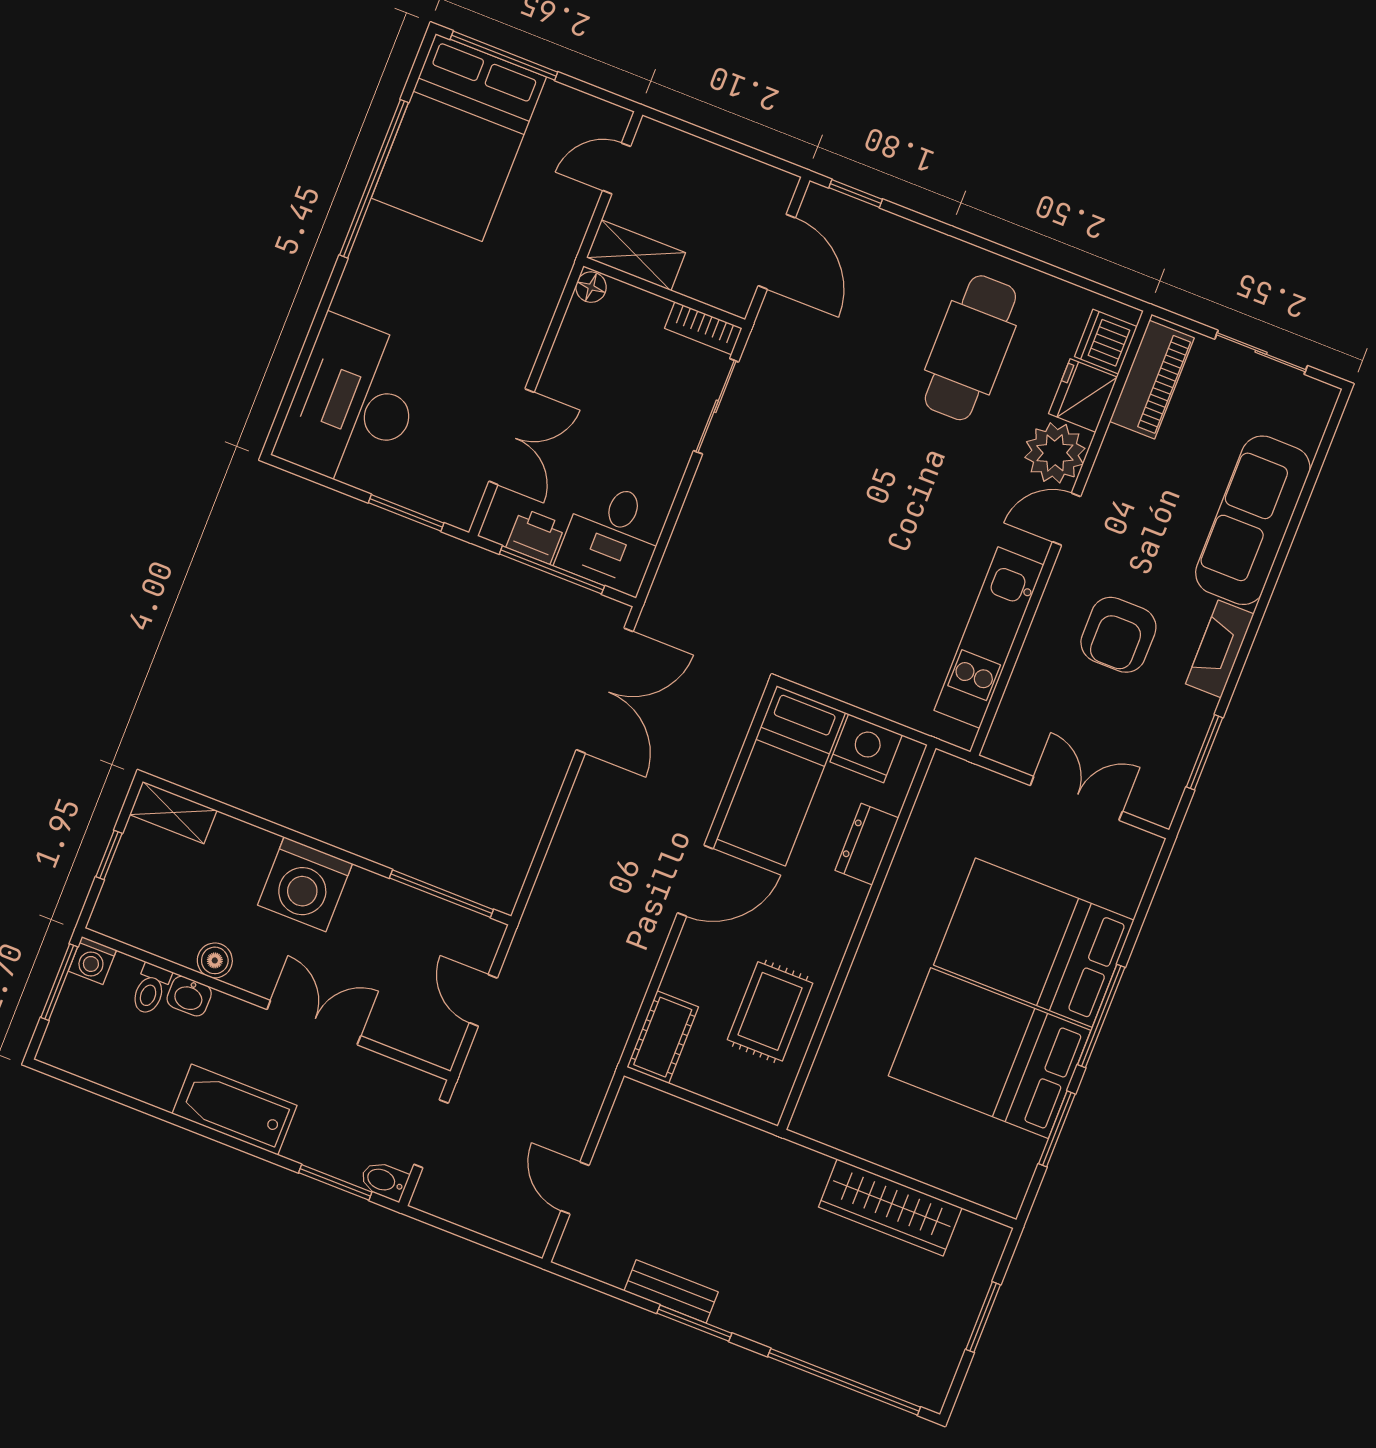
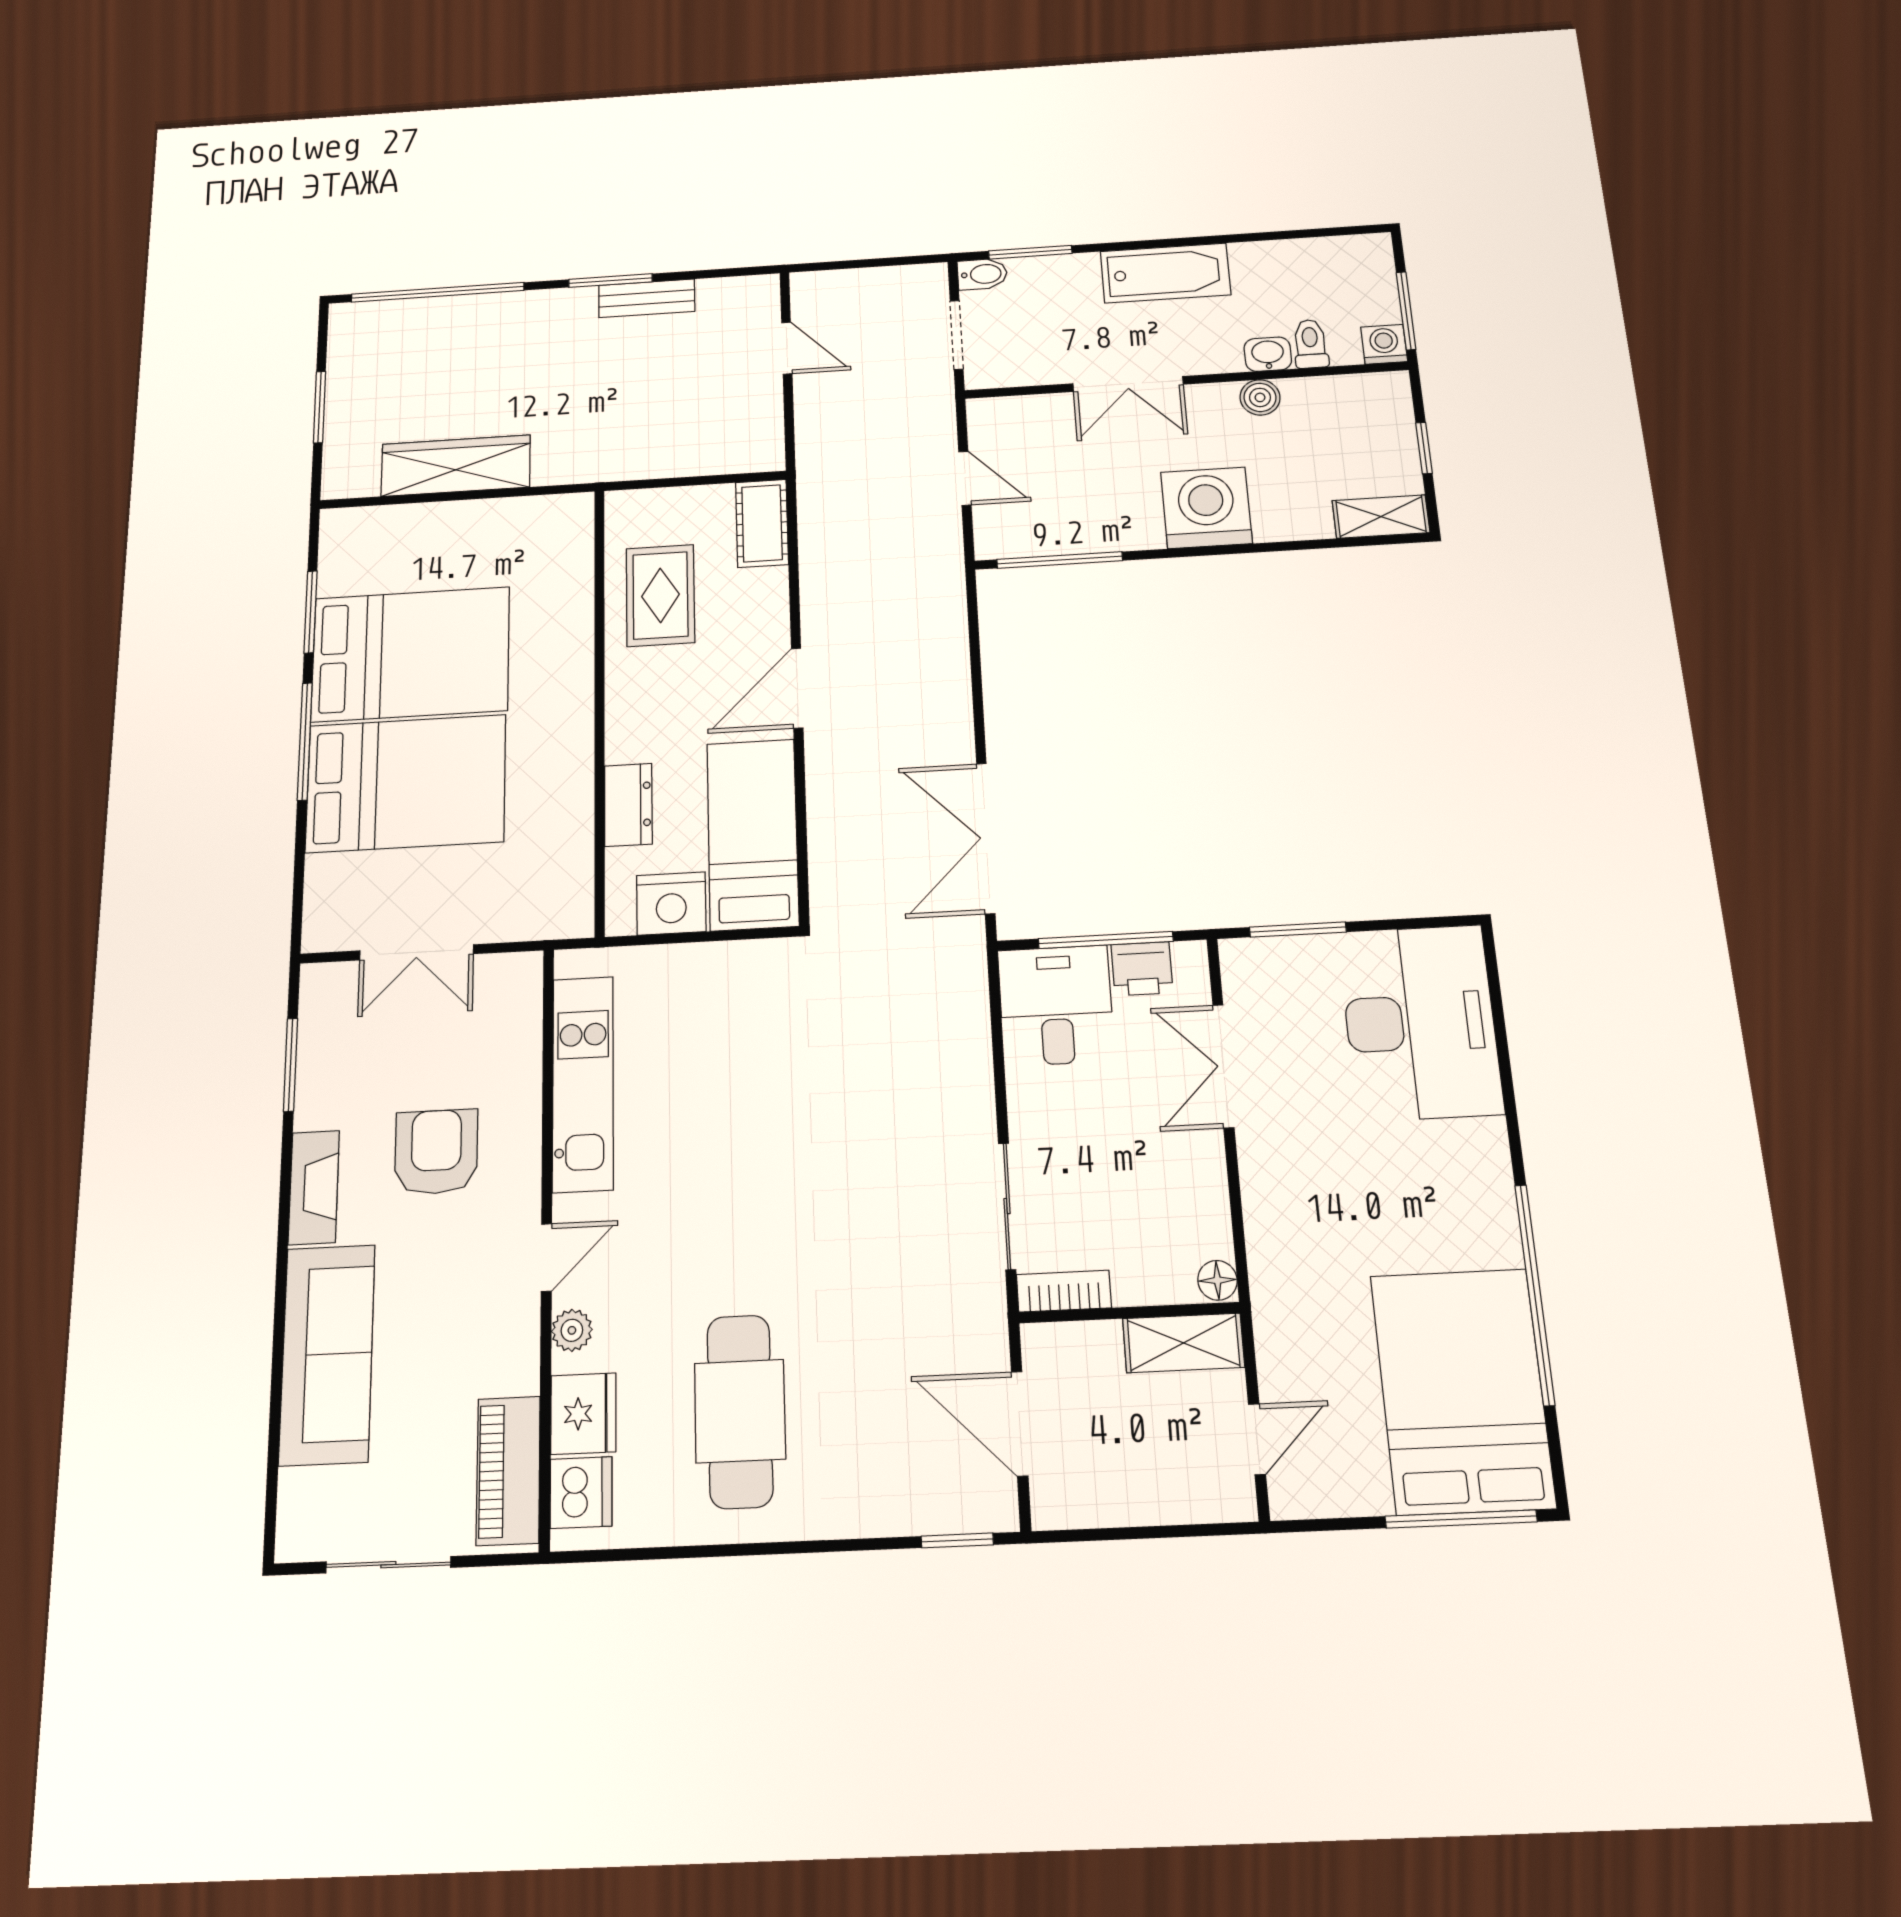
plant: (1055, 453) -> (572, 1330), width x0.53, depth x0.53

